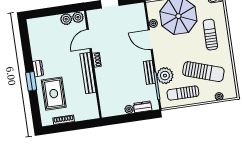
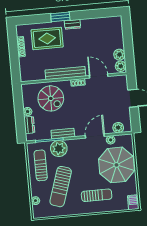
plant: (140, 16) -> (118, 128), added
spiral stairs: (115, 86) -> (51, 98), added

